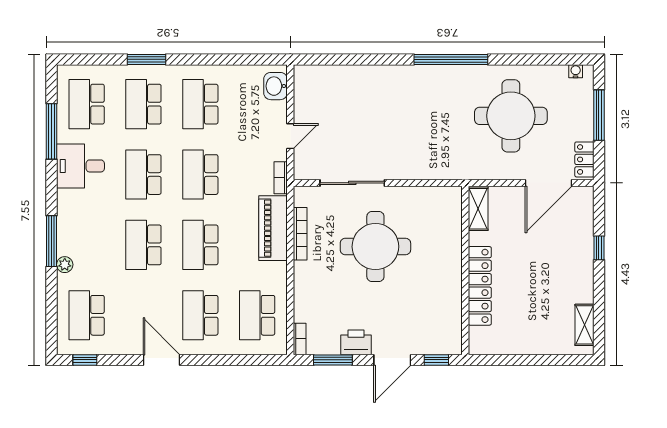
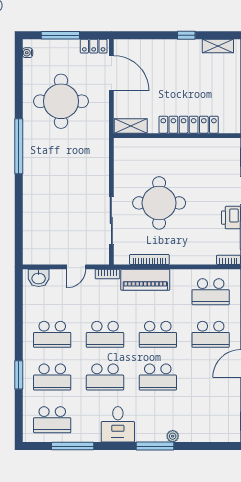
door: (290, 136) -> (76, 267), swing flipped
desk: (80, 166) -> (118, 424), moved
window: (599, 248) -> (186, 35), moved
school desk: (87, 315) -> (211, 420), removed

